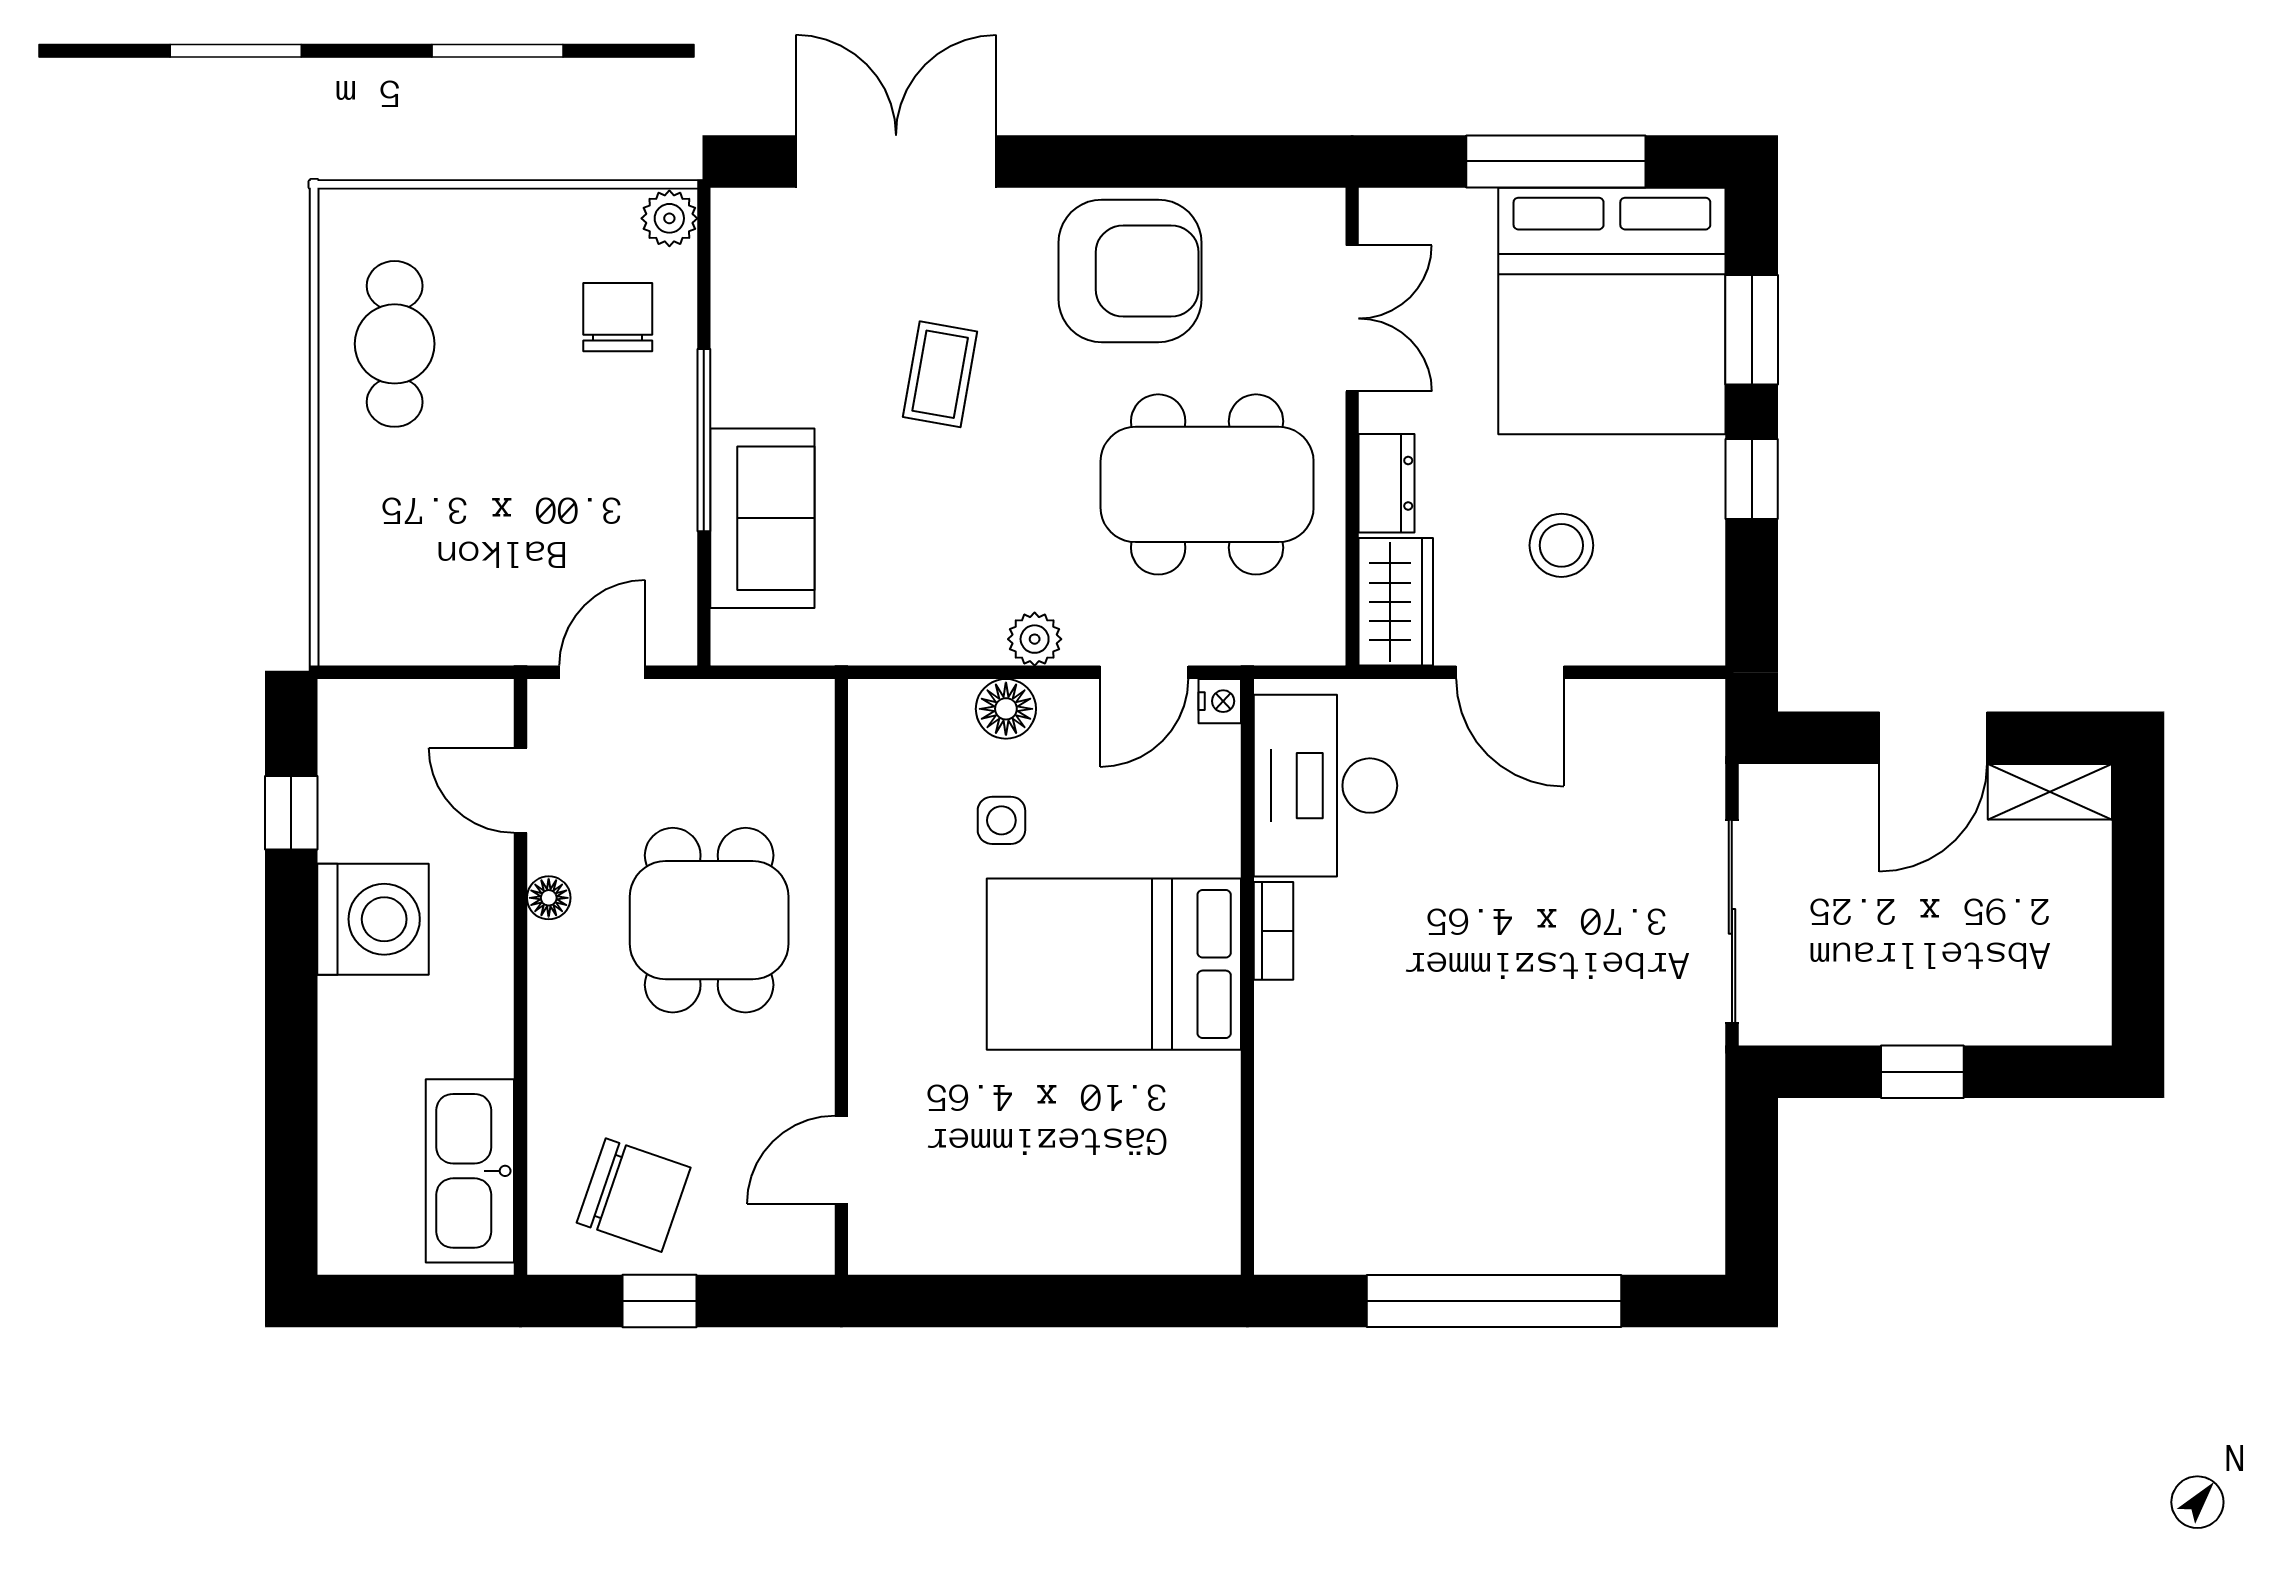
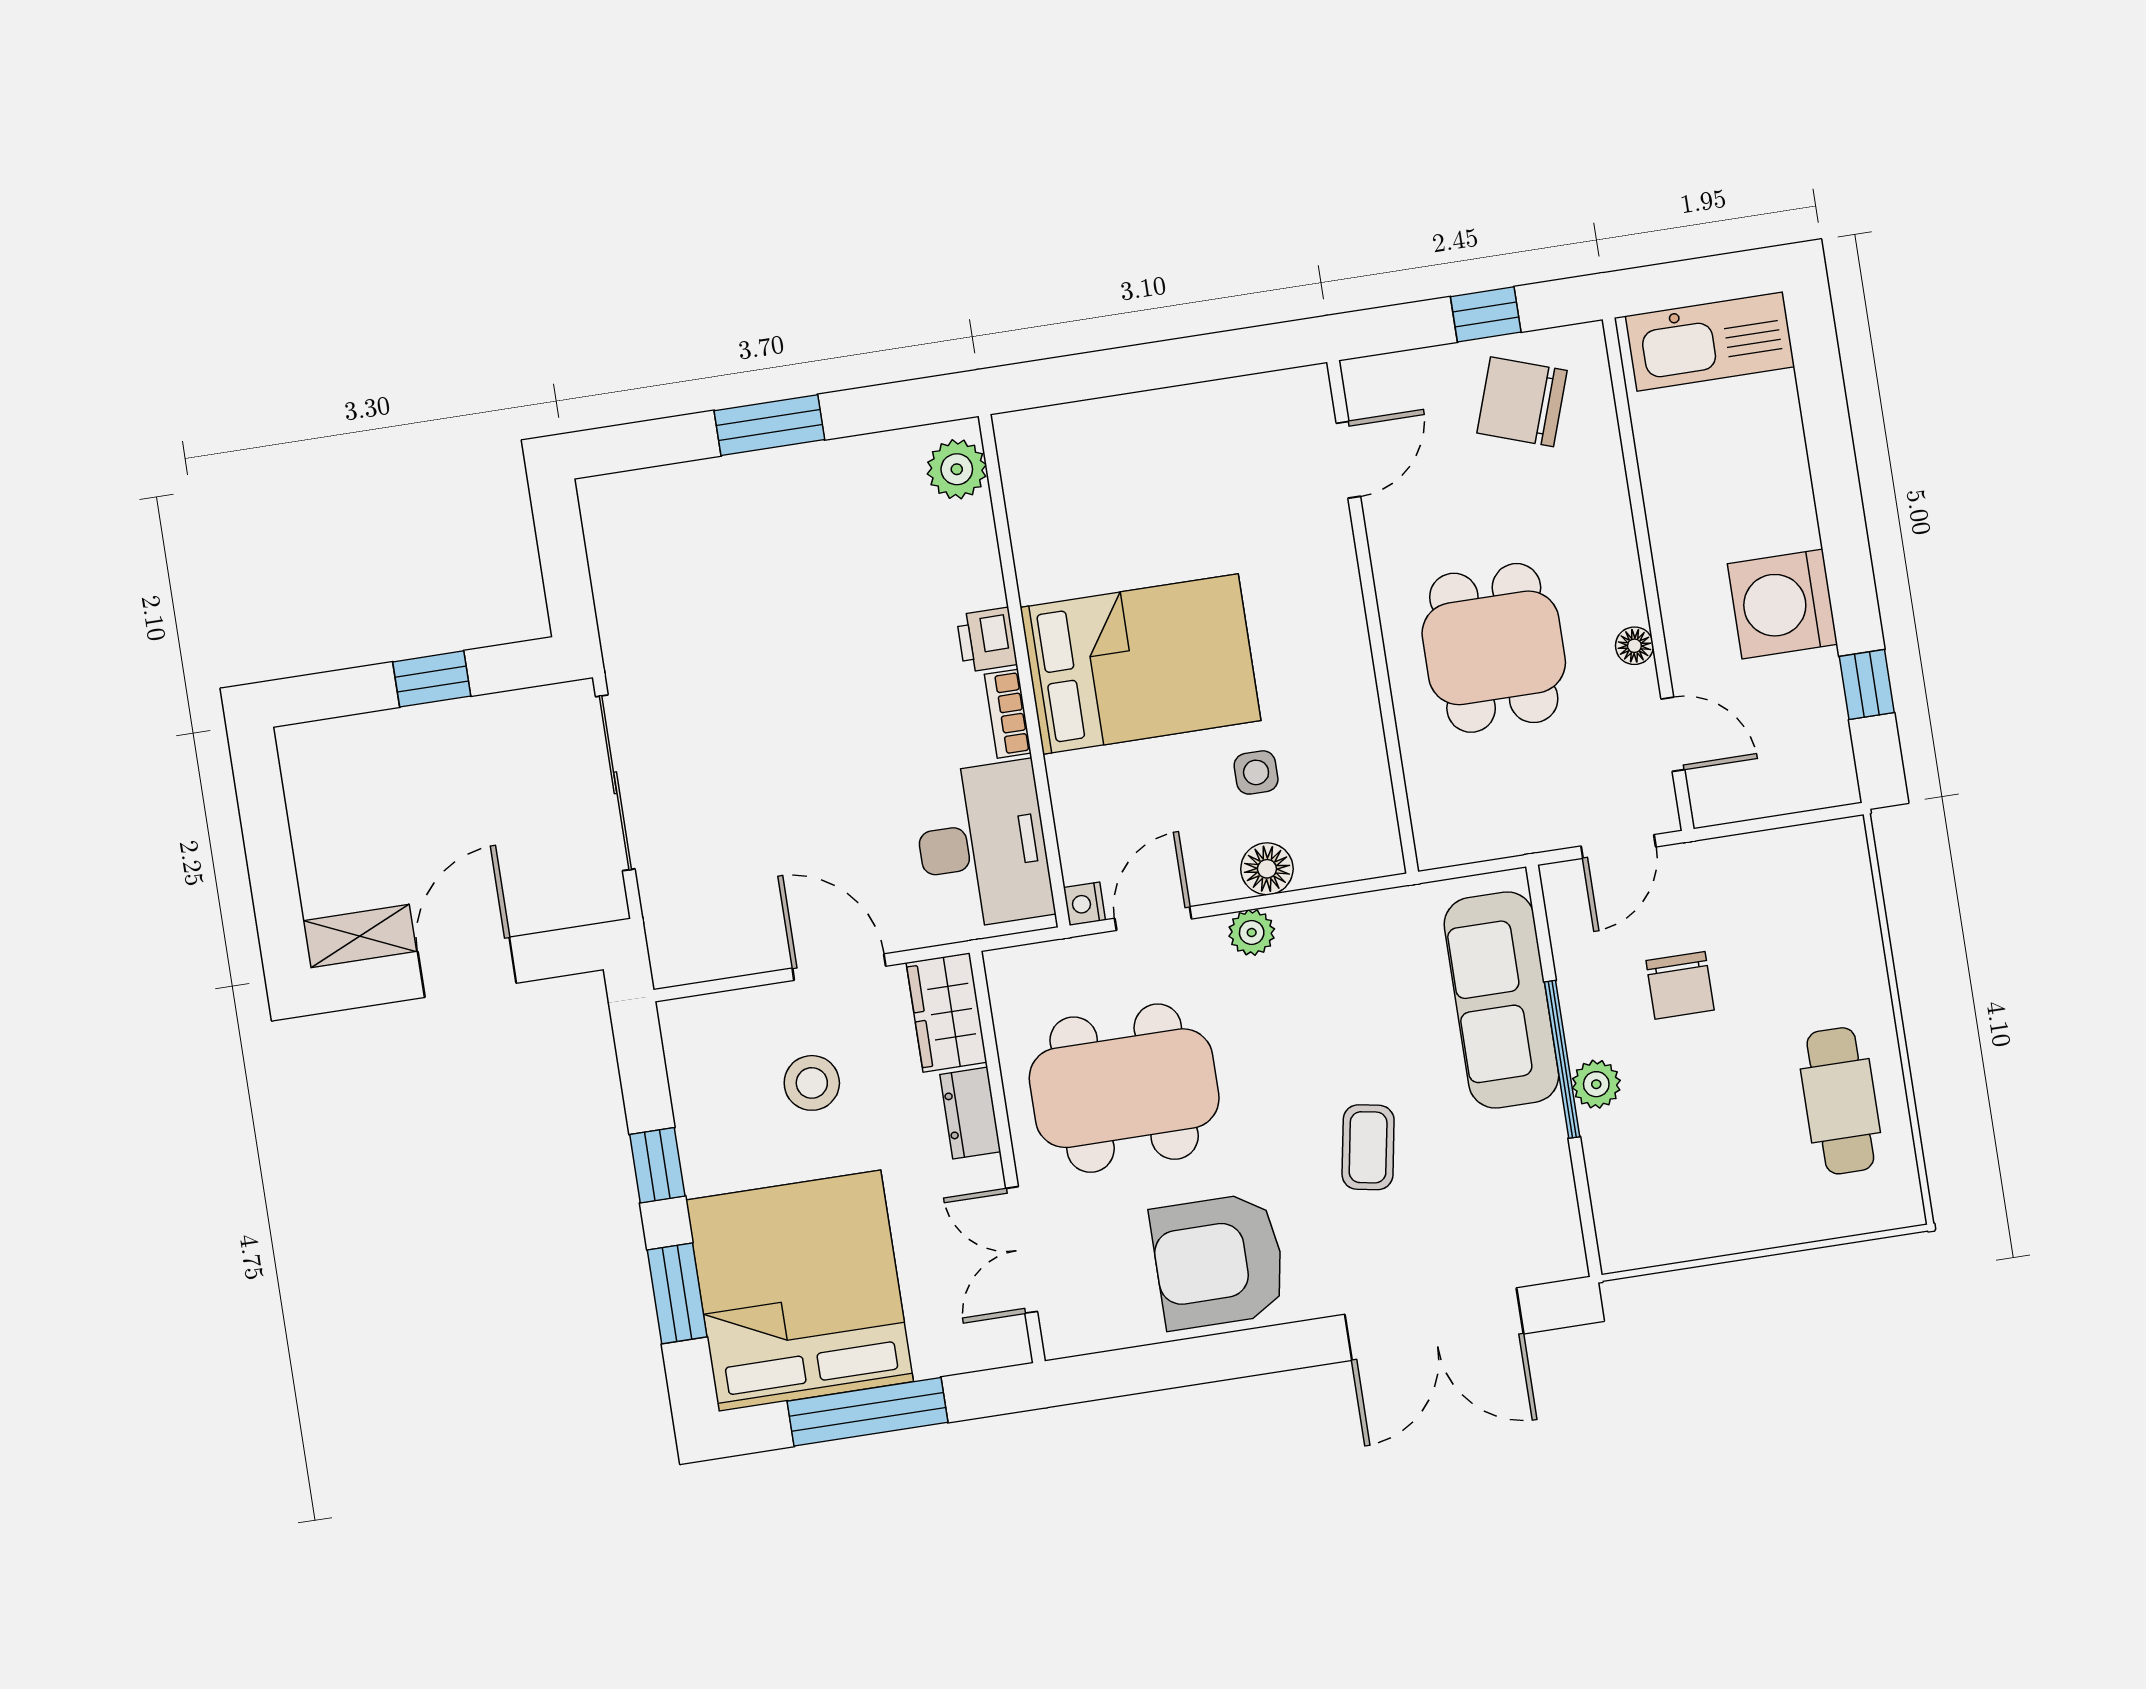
plant: (669, 218) -> (1596, 1084), moved
chair: (618, 317) -> (1680, 985), moved
sofa: (762, 518) -> (1501, 1000), width x1.36
printer: (1284, 1019) -> (987, 640), added
kitchen sink: (470, 1171) -> (1710, 341), moved, turned 90
plant: (1288, 1218) -> (957, 469), added
window: (1494, 1301) -> (769, 425), width x0.47

